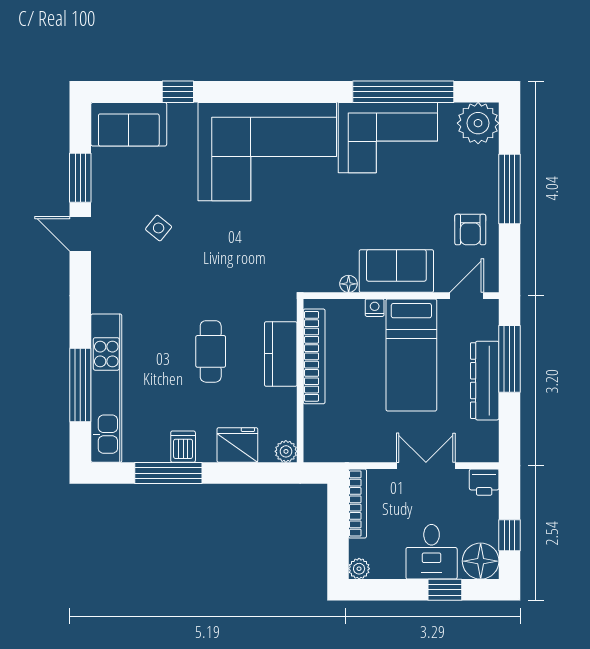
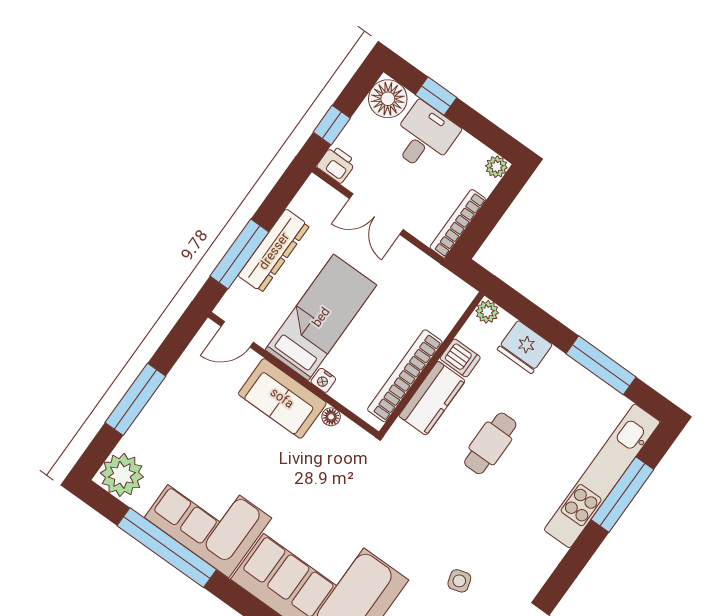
side table: (159, 228) -> (459, 581), turned 34
armchair: (470, 230) -> (194, 389), removed
dishwasher: (183, 447) -> (460, 358), moved, turned -90
window: (509, 535) -> (332, 125), moved

